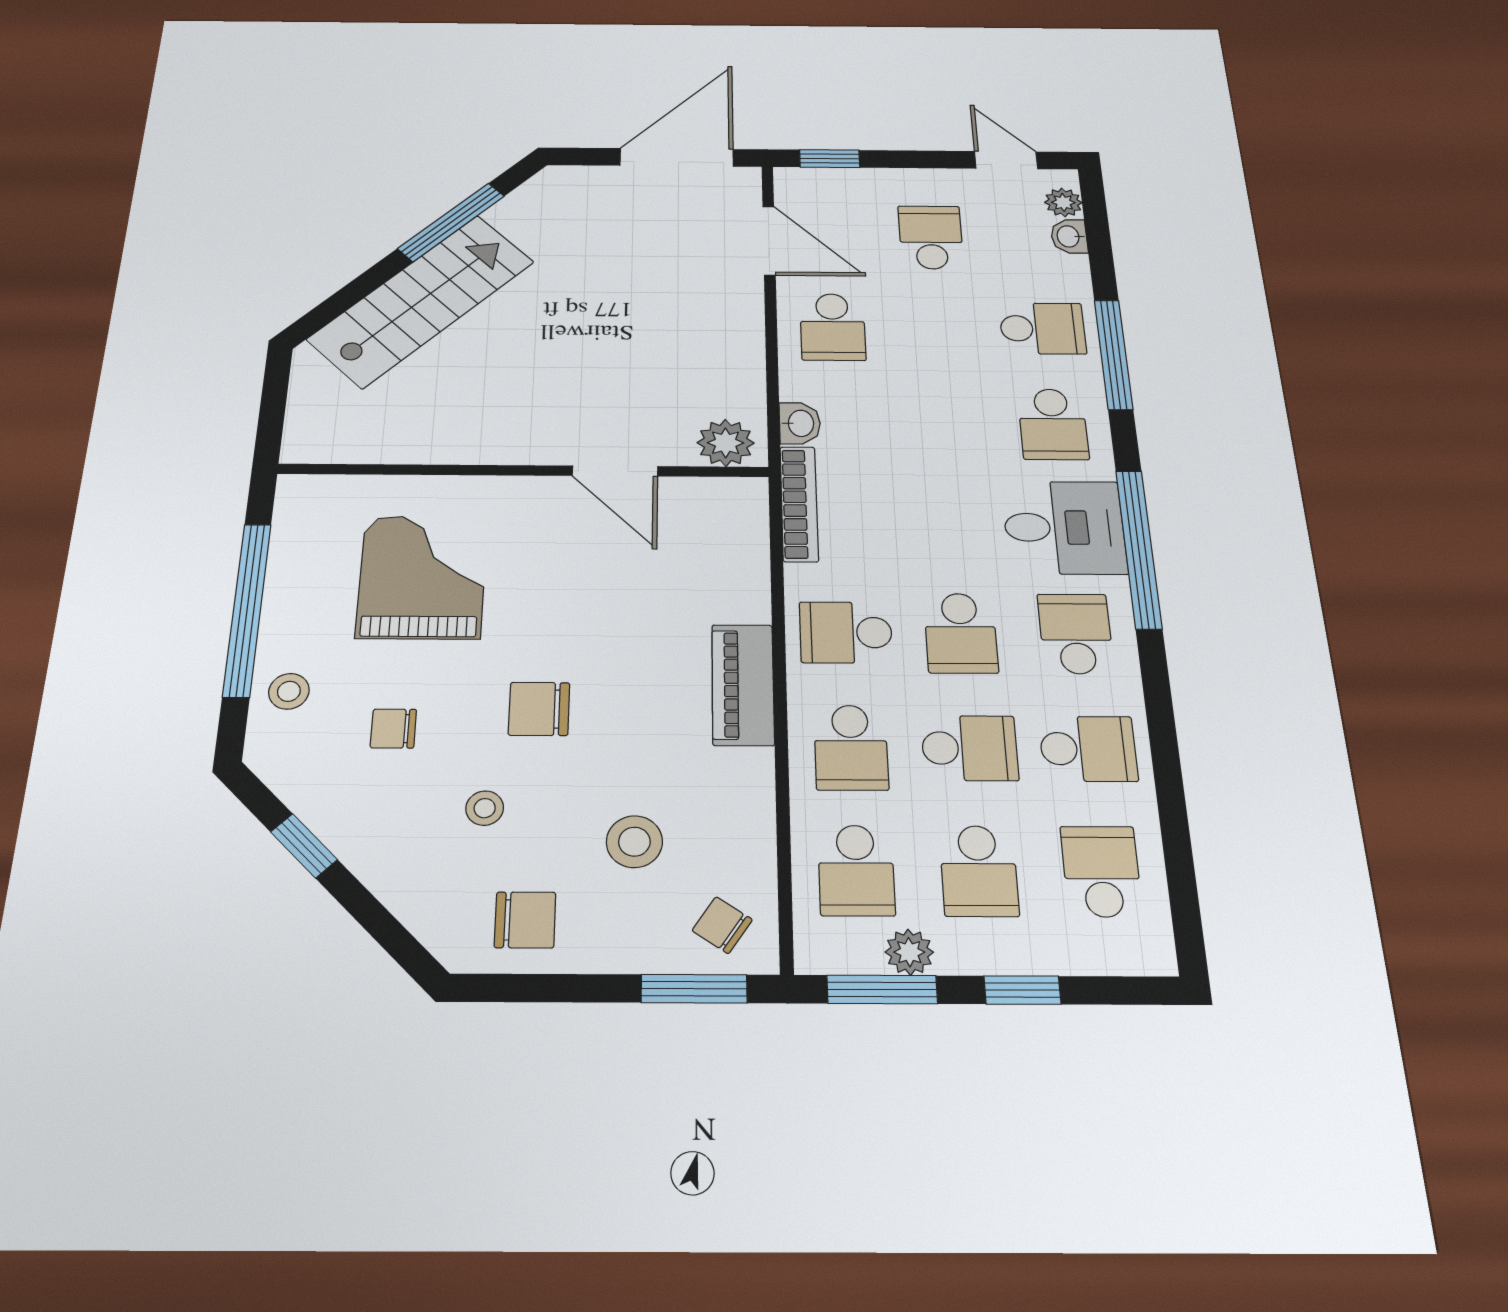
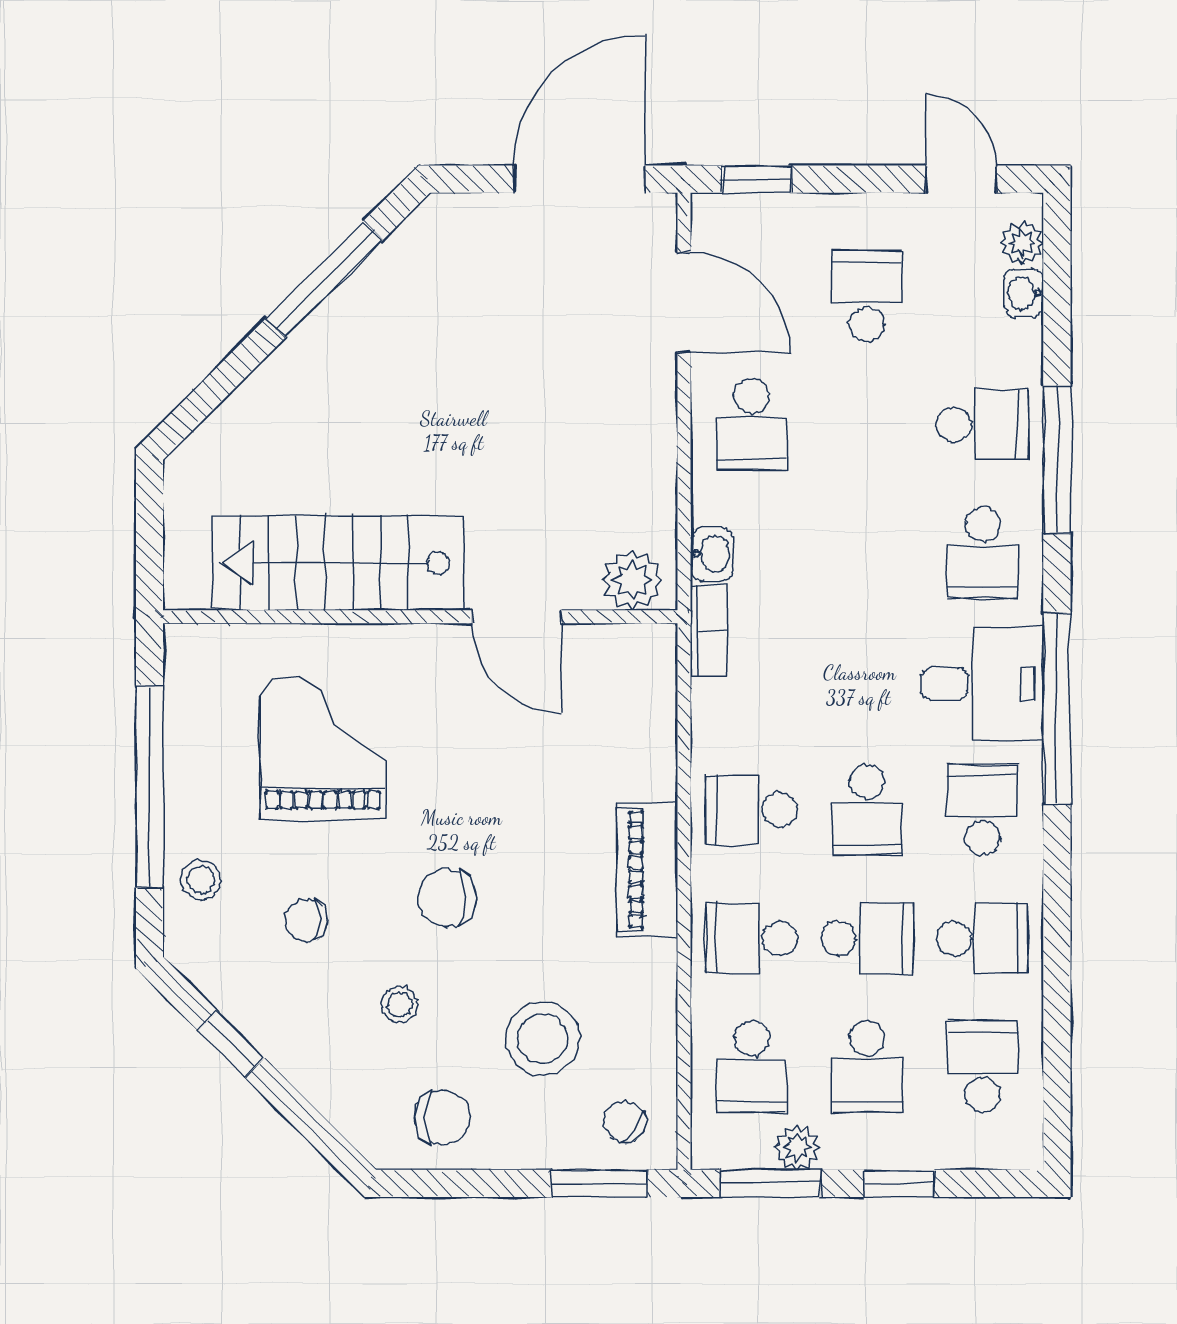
stairs: (421, 300) -> (338, 563), moved, turned -135
bookcase: (799, 504) -> (709, 631), width x0.64
school desk: (851, 747) -> (752, 938), turned 90
stool: (634, 842) -> (543, 1039), width x1.38, depth x1.38

